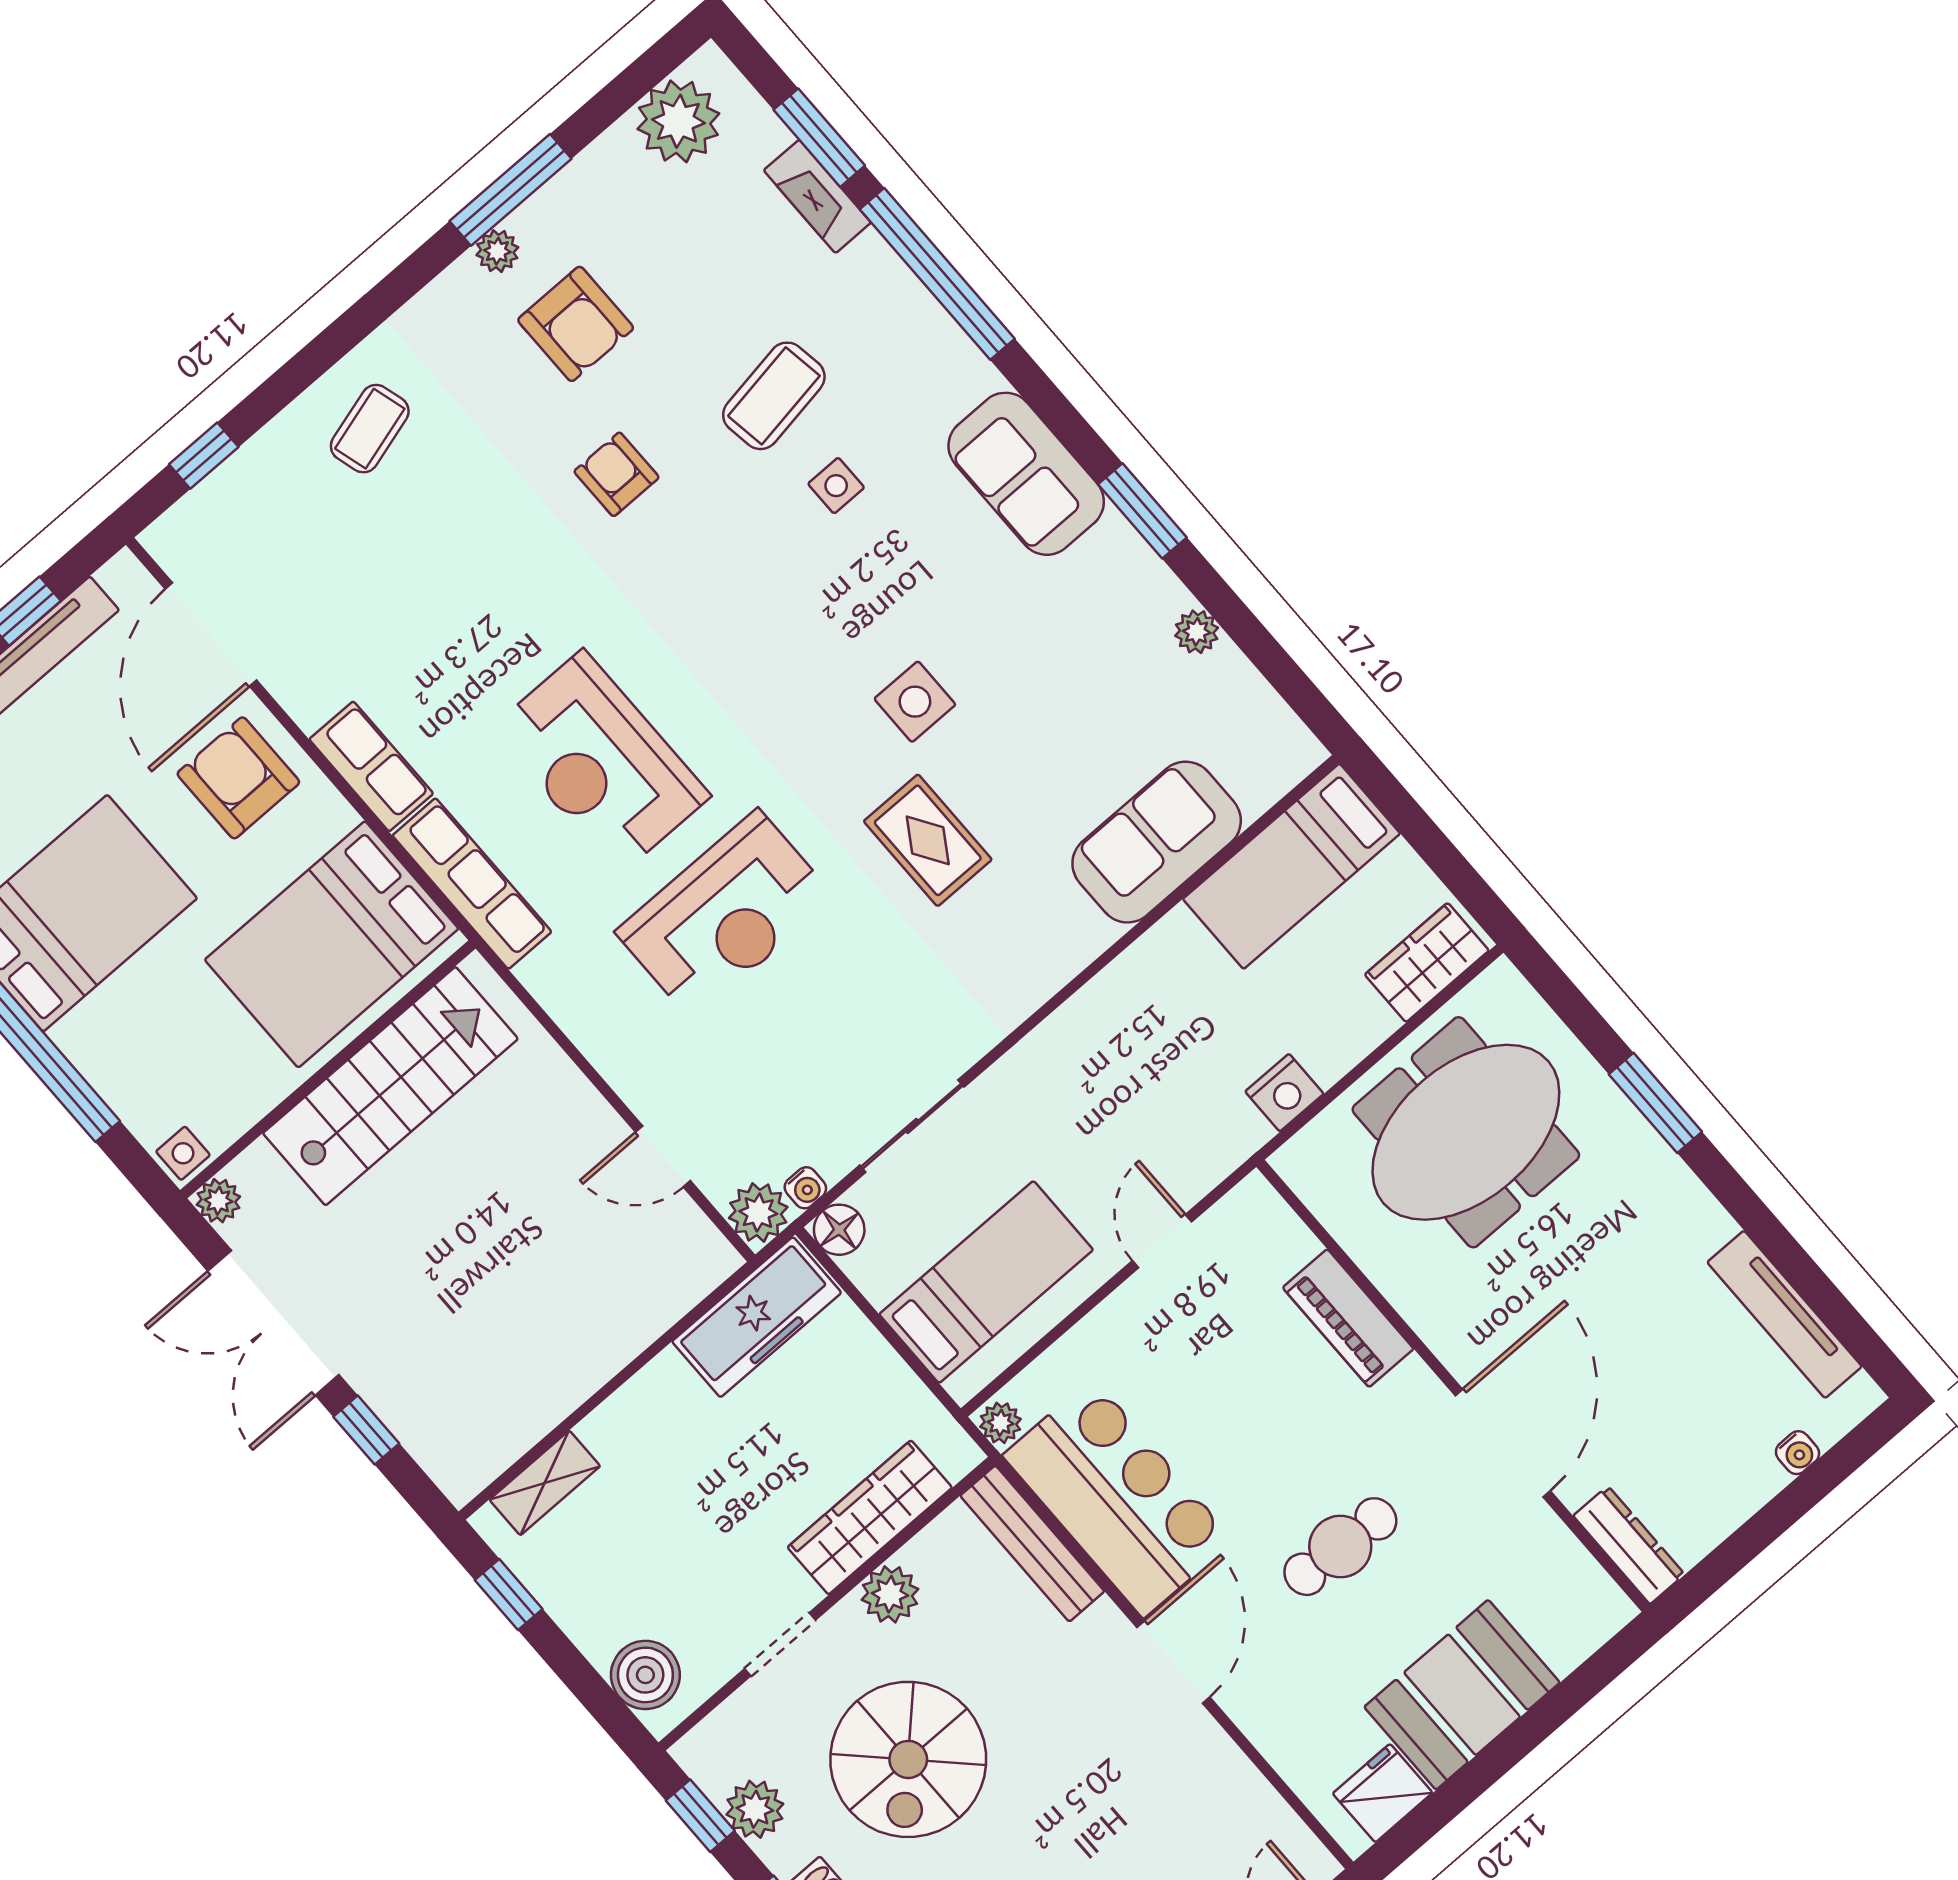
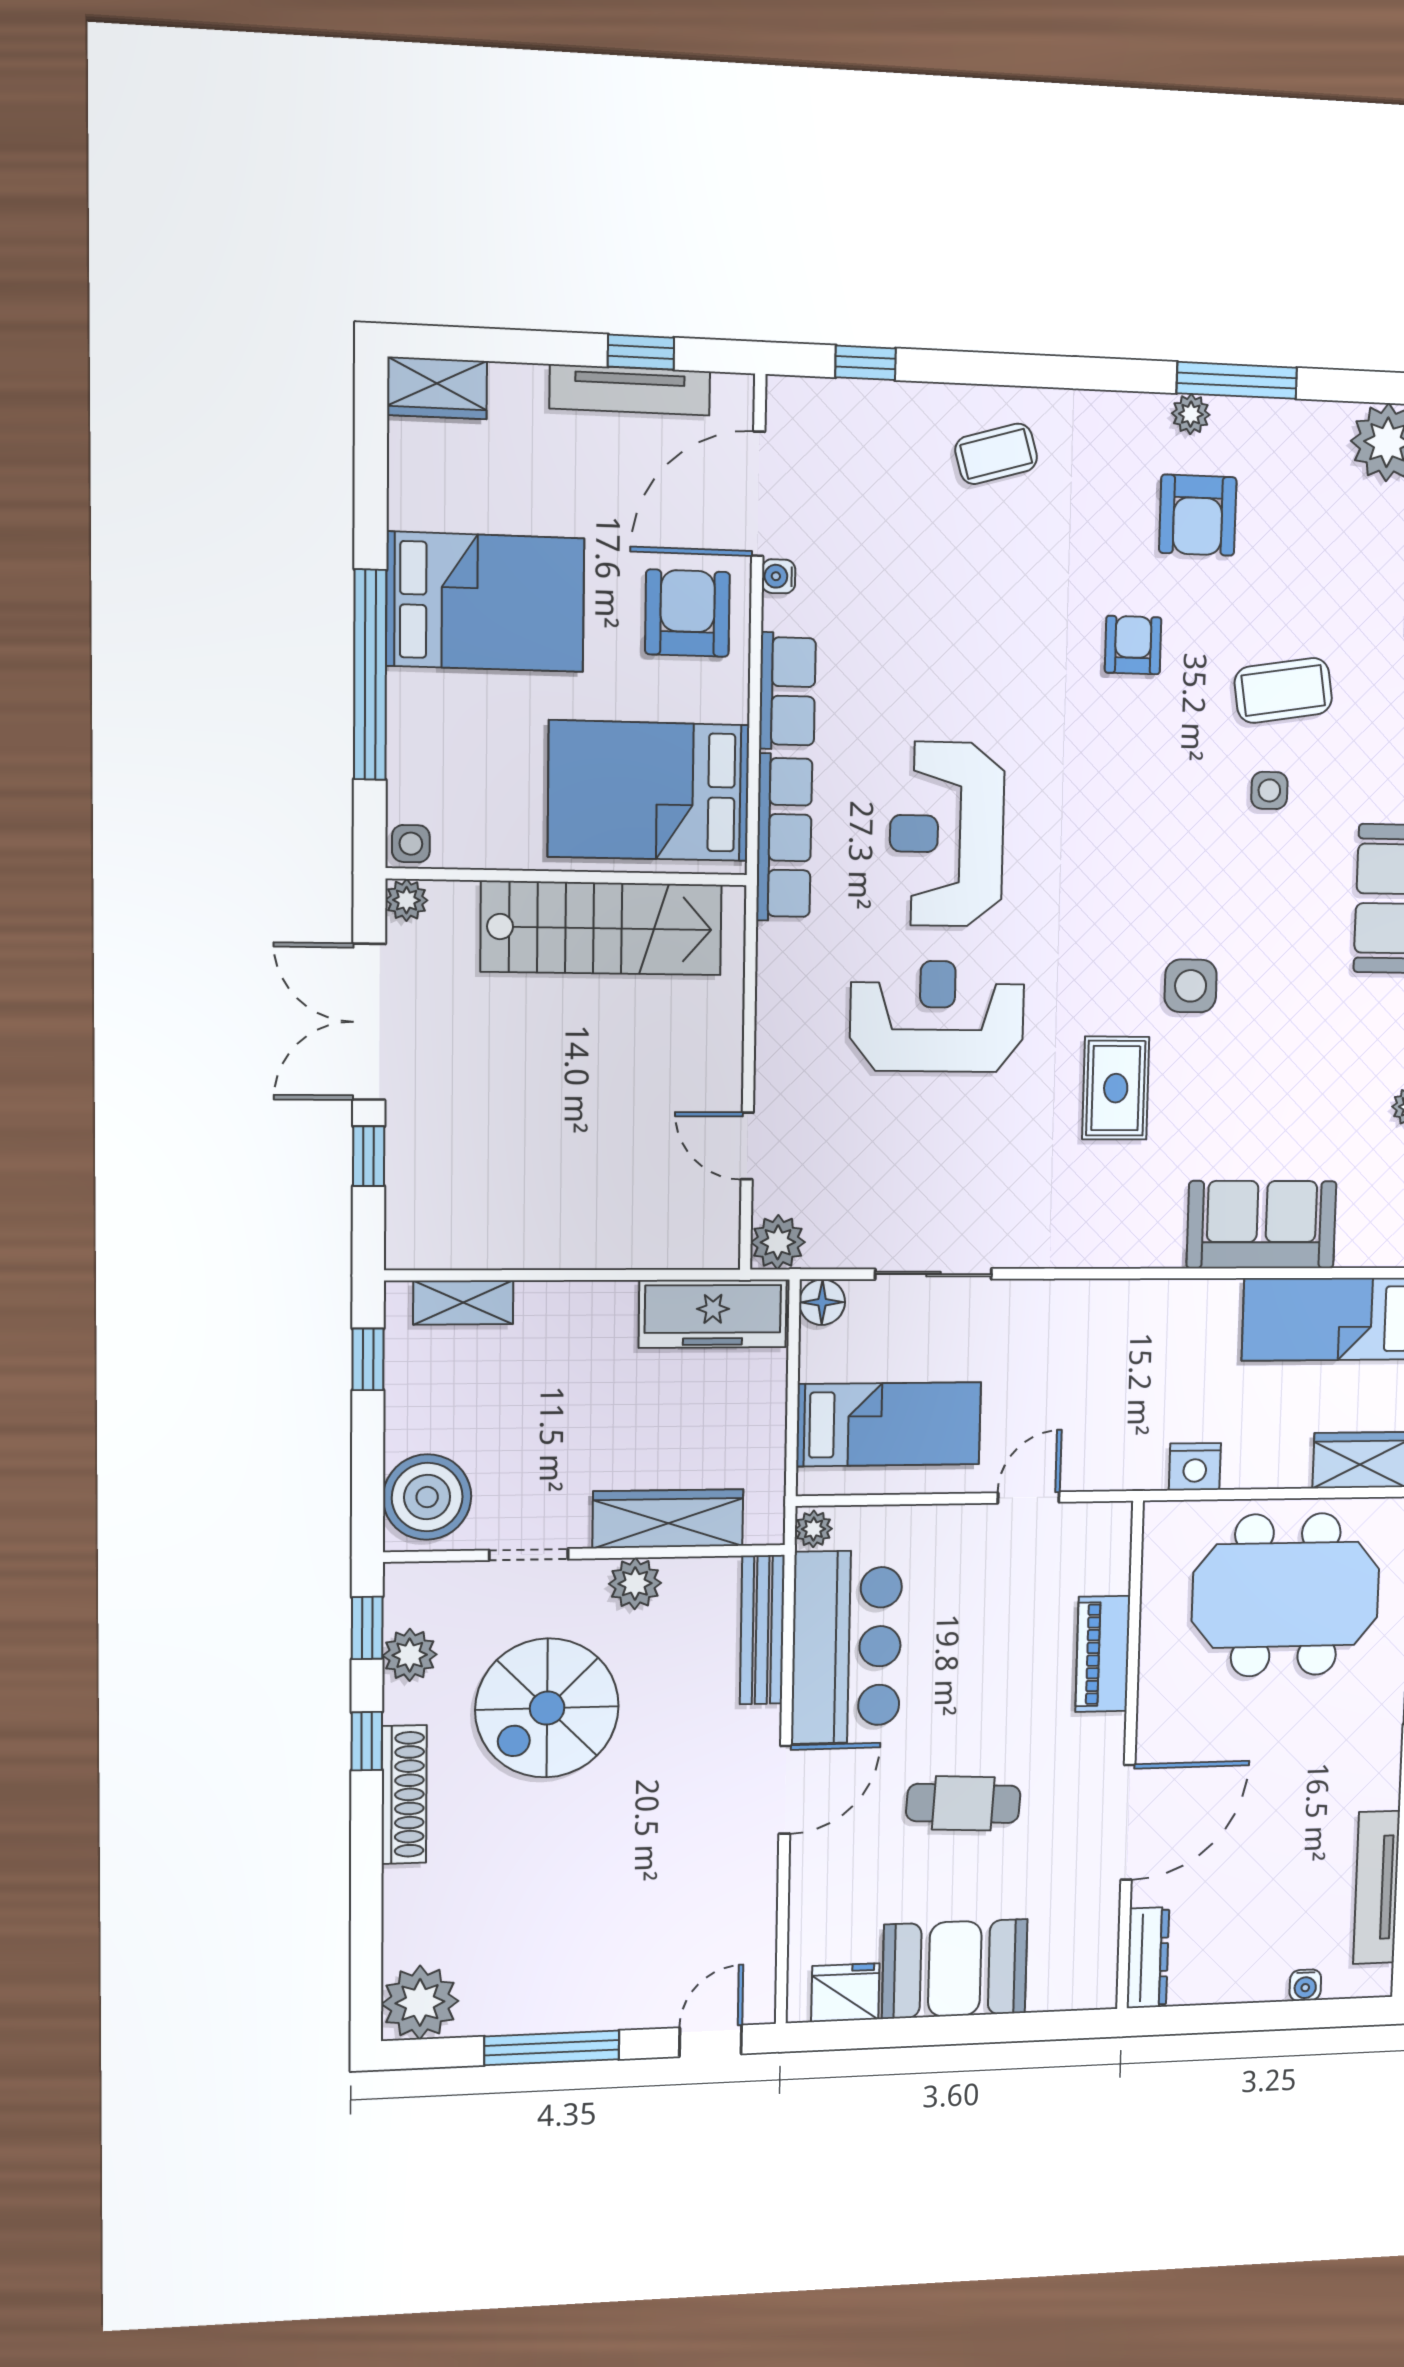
reception desk: (725, 915) -> (937, 1016), turned 180
water cooler: (805, 1188) -> (779, 576), moved, turned 90
boiler: (645, 1675) -> (427, 1497), width x1.37, depth x1.37

